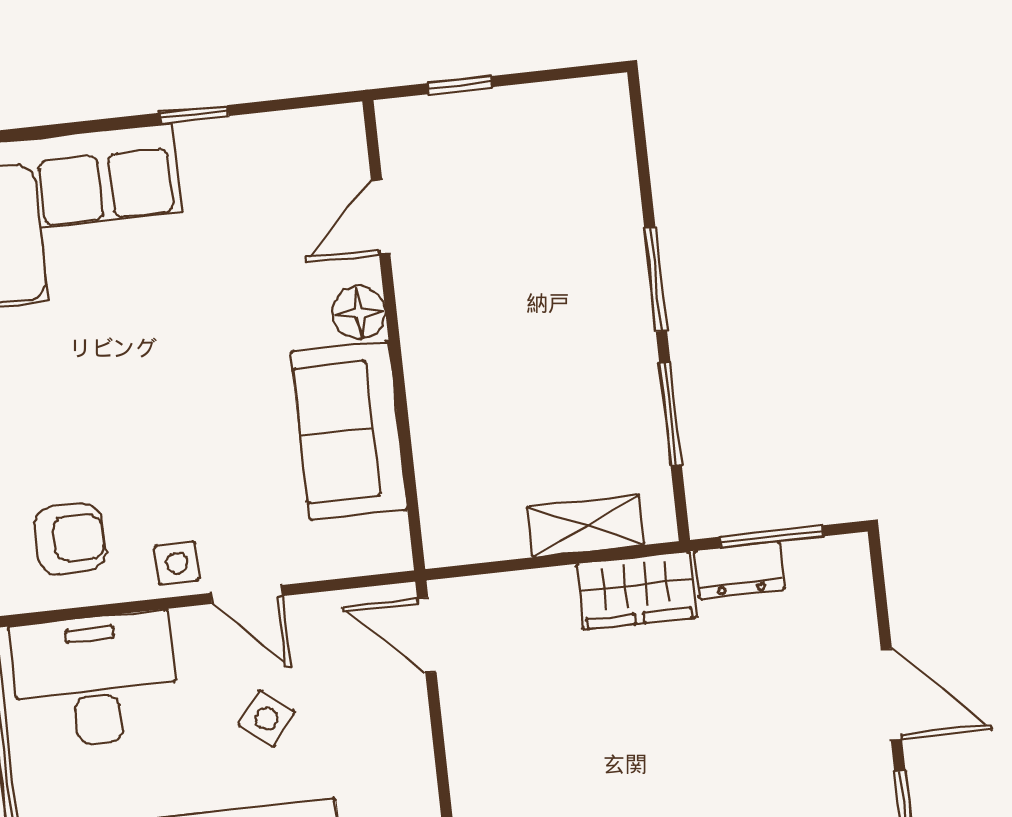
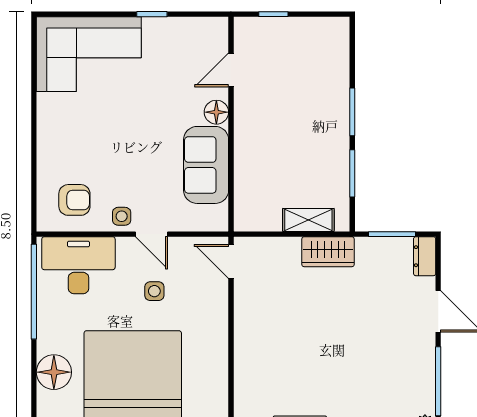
dresser: (740, 570) -> (425, 256), moved, turned 90
side table: (267, 719) -> (154, 291), turned -38

